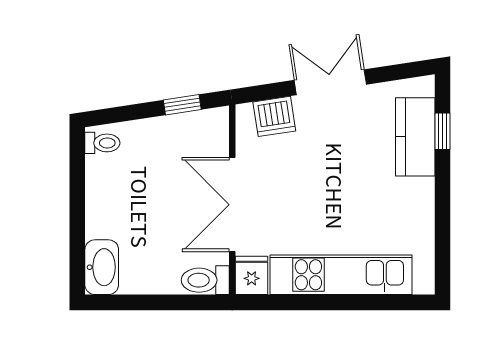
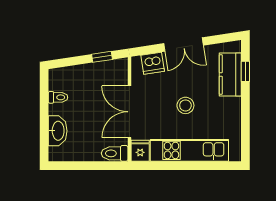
double door: (330, 82) -> (184, 44), swing flipped
toilet: (102, 143) -> (58, 97), moved
stool: (334, 193) -> (185, 105), added
washbasin: (102, 267) -> (58, 131), moved

